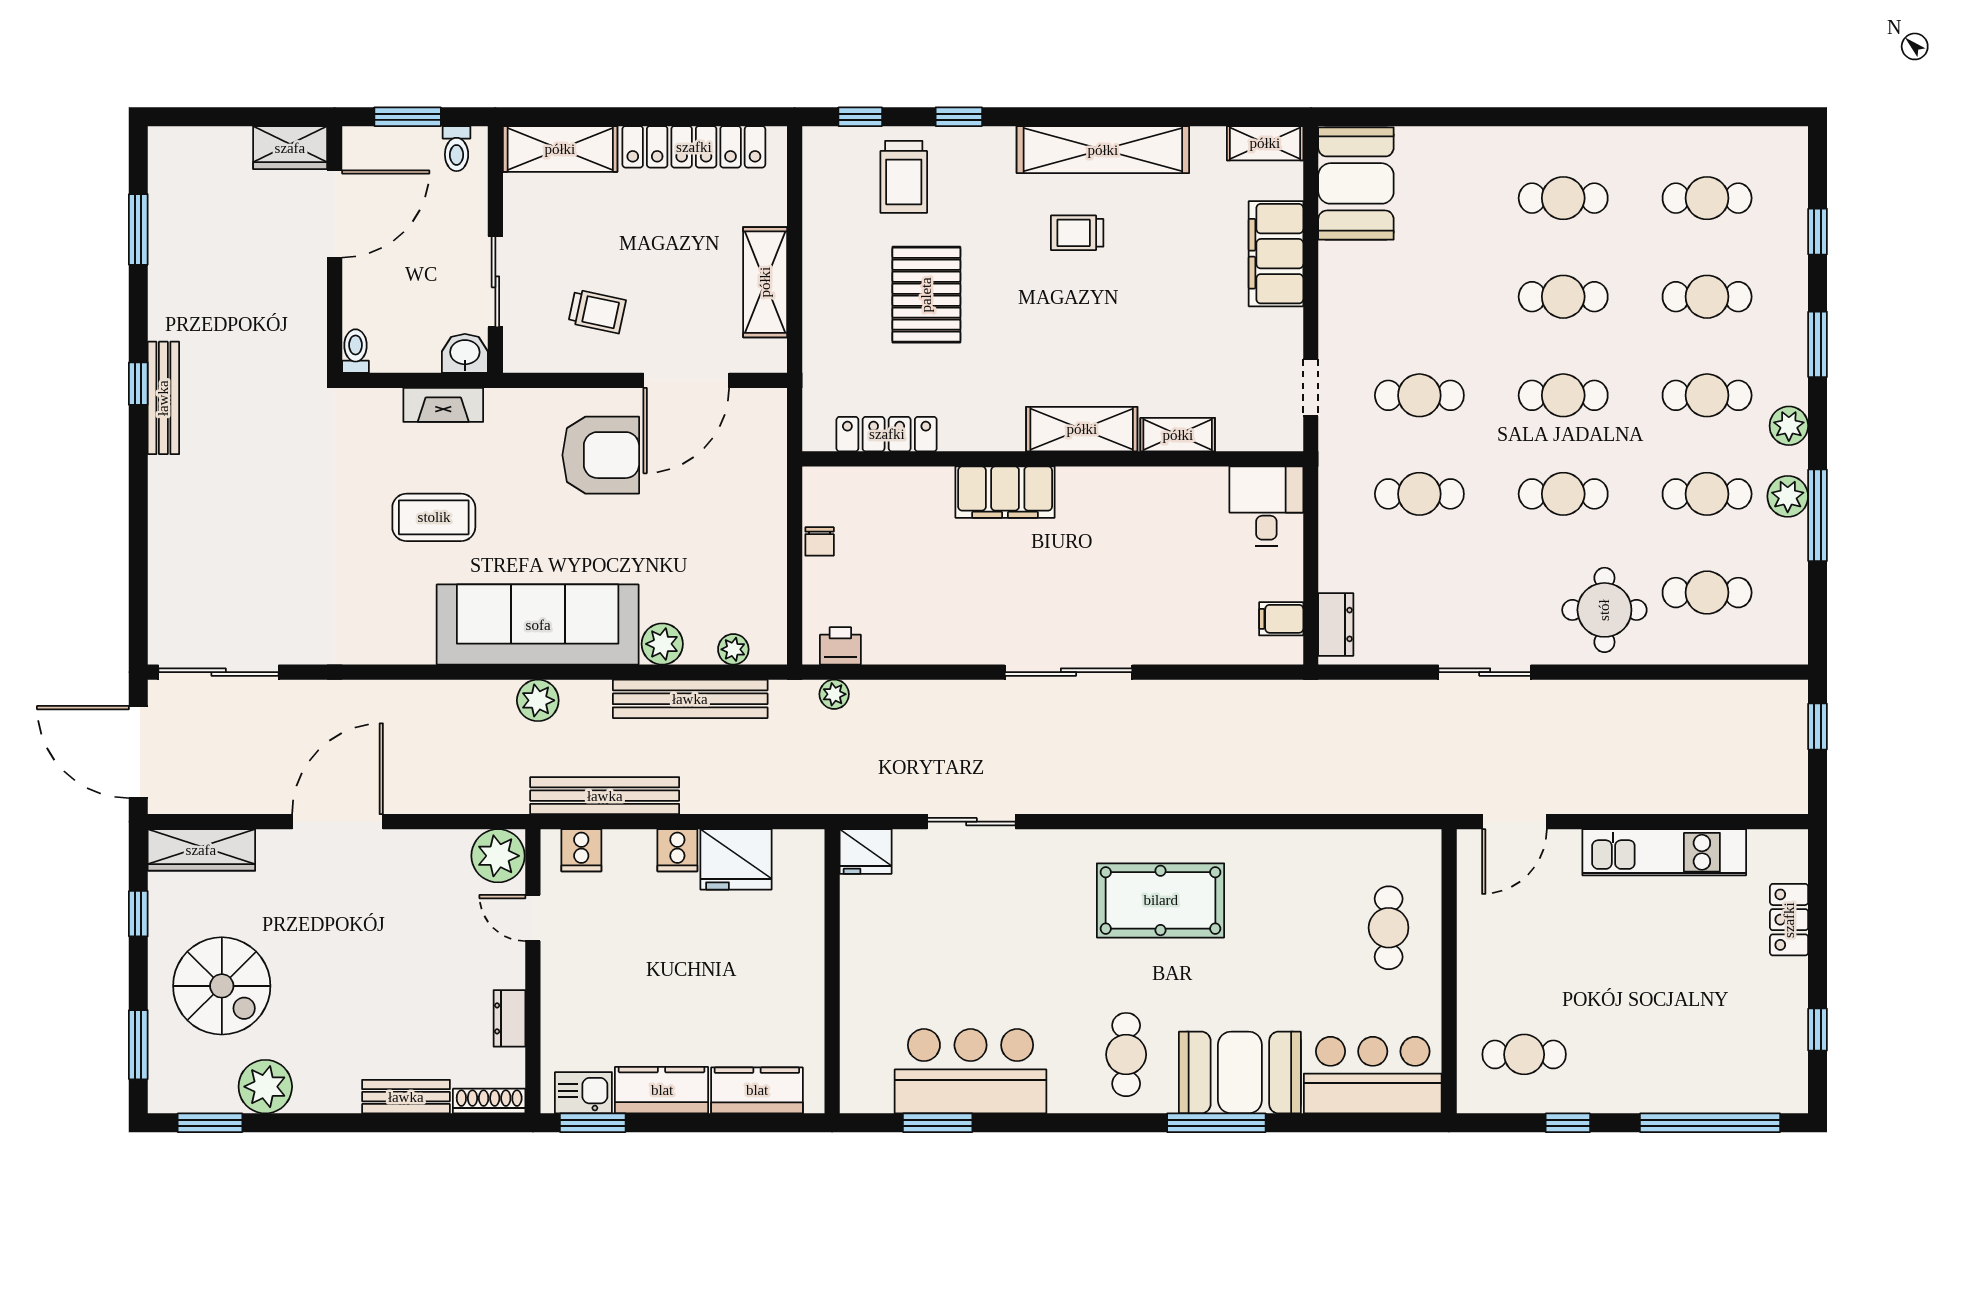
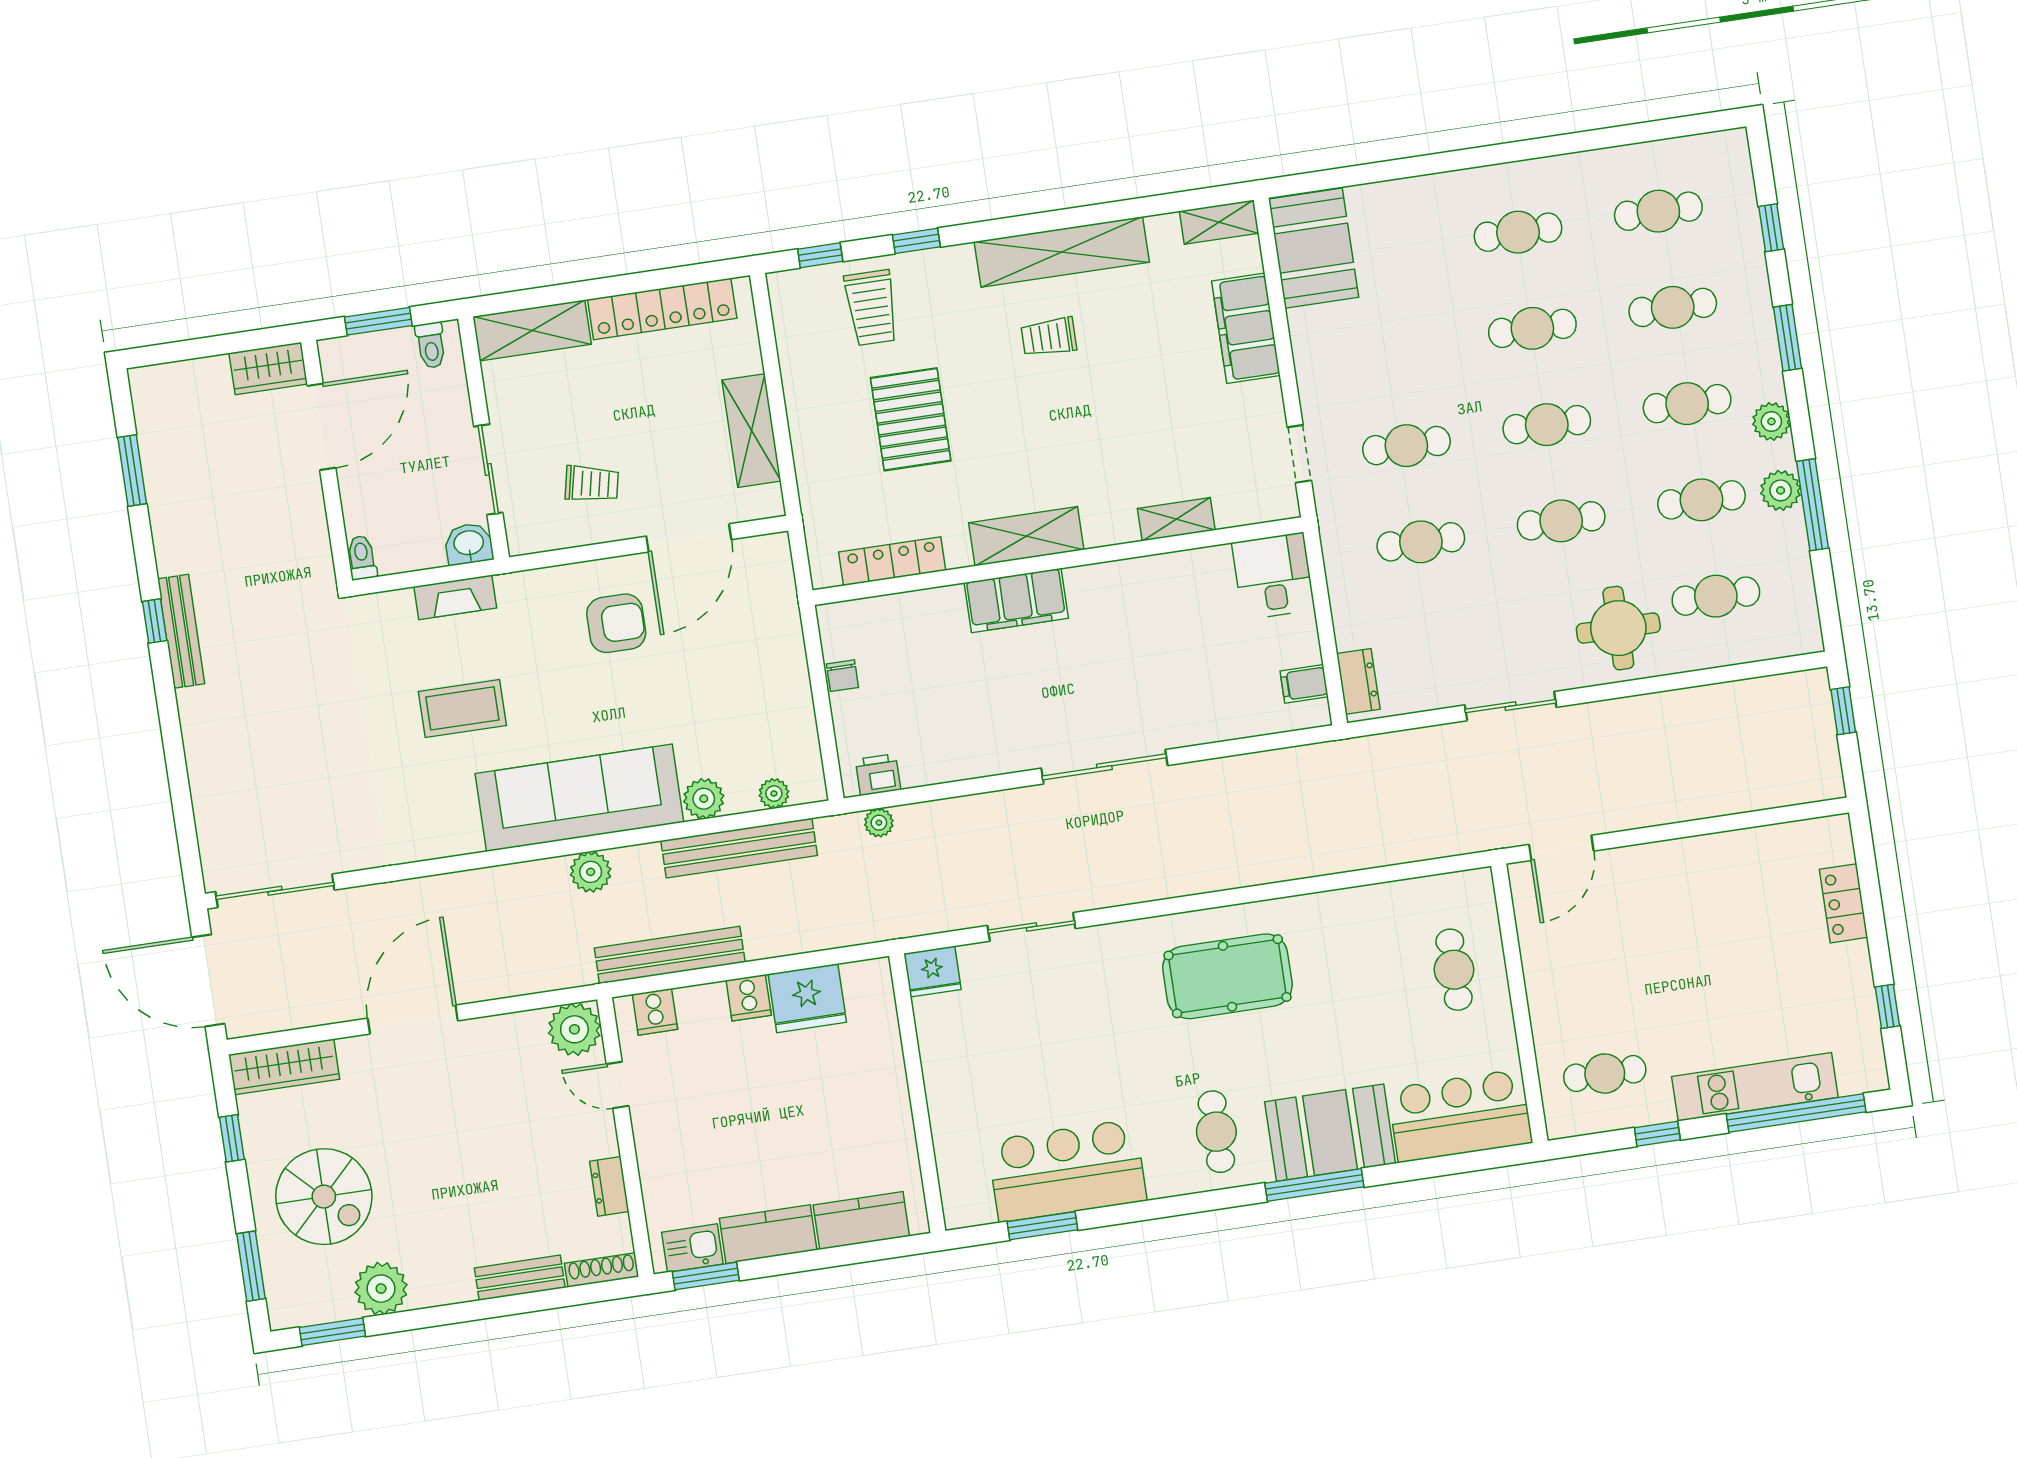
shelving: (1082, 429) -> (1026, 536), moved
armchair: (601, 455) -> (616, 623), width x0.73, depth x0.73
kitchen unit: (1664, 852) -> (1755, 1087), moved, turned 180

